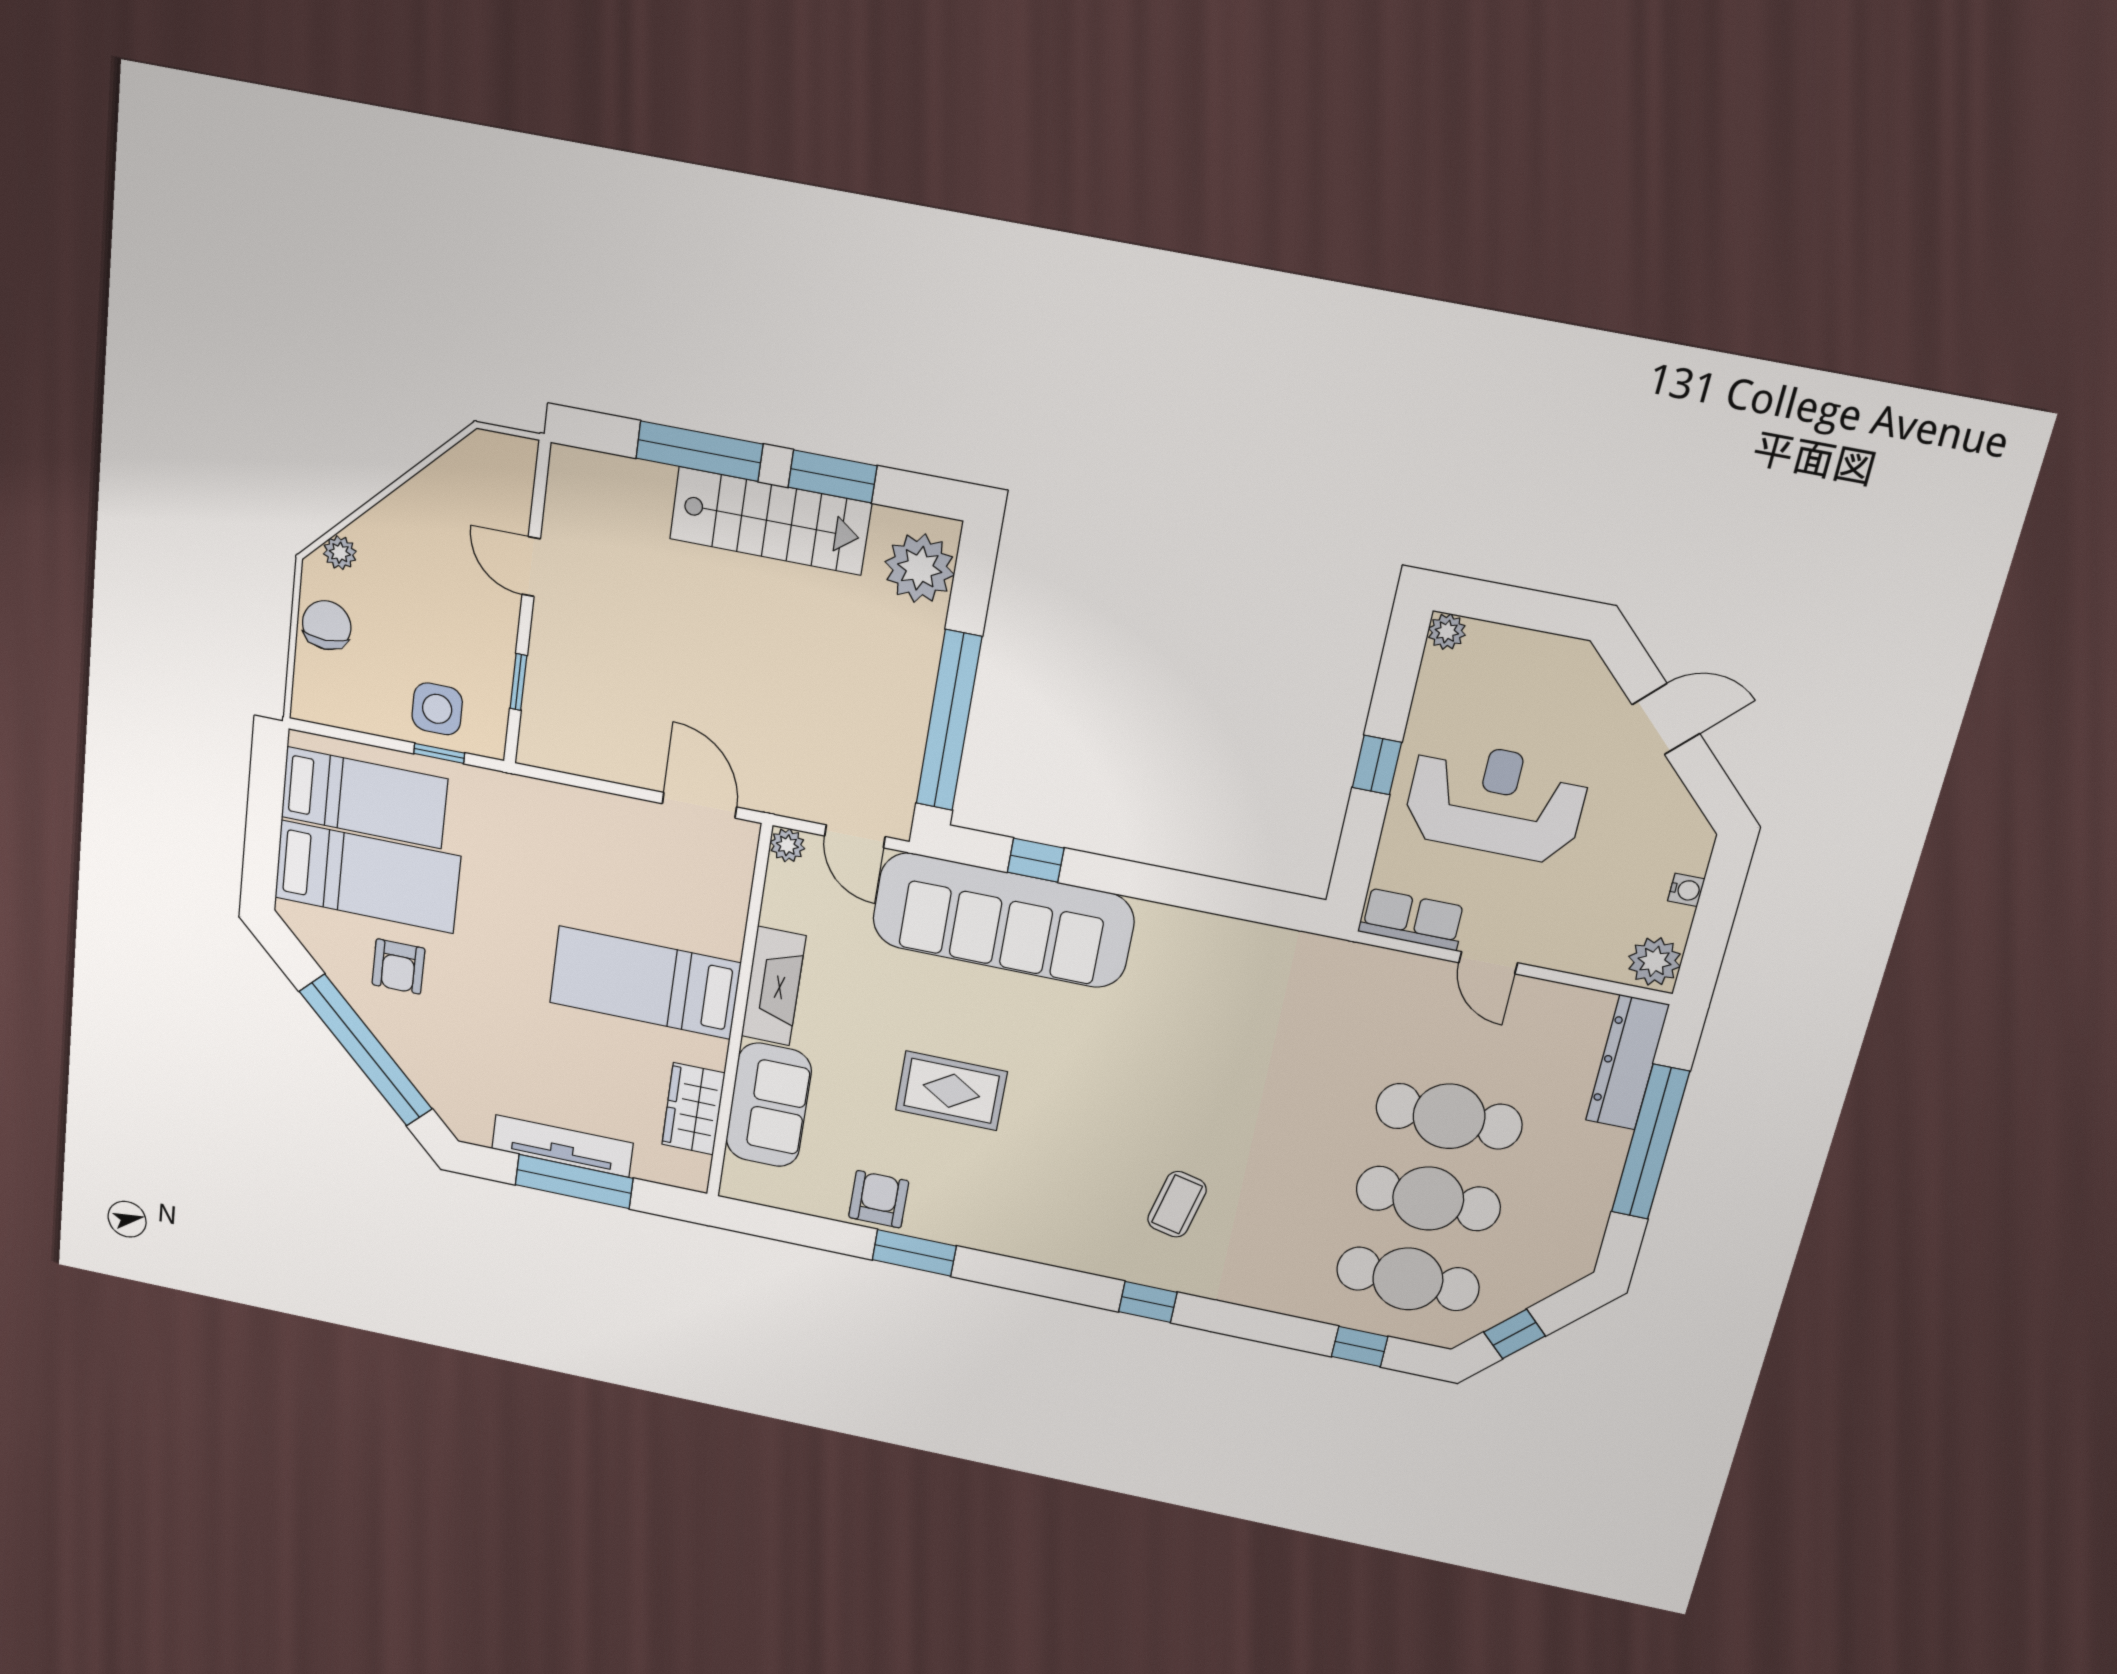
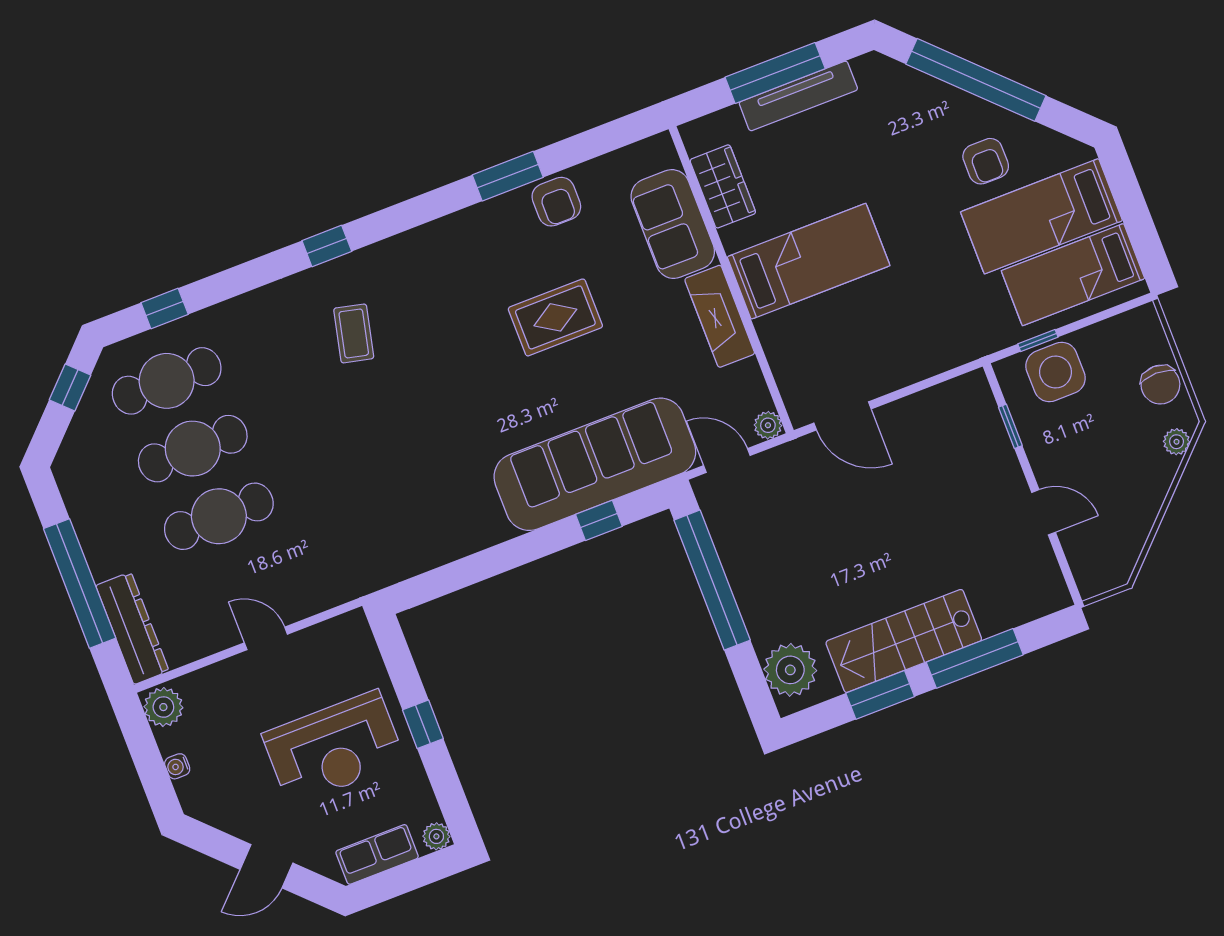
side table: (437, 709) -> (1056, 372), width x1.37, depth x1.37
row of seats: (1412, 919) -> (377, 854), moved, turned 180
armchair: (398, 967) -> (986, 161), turned 180

